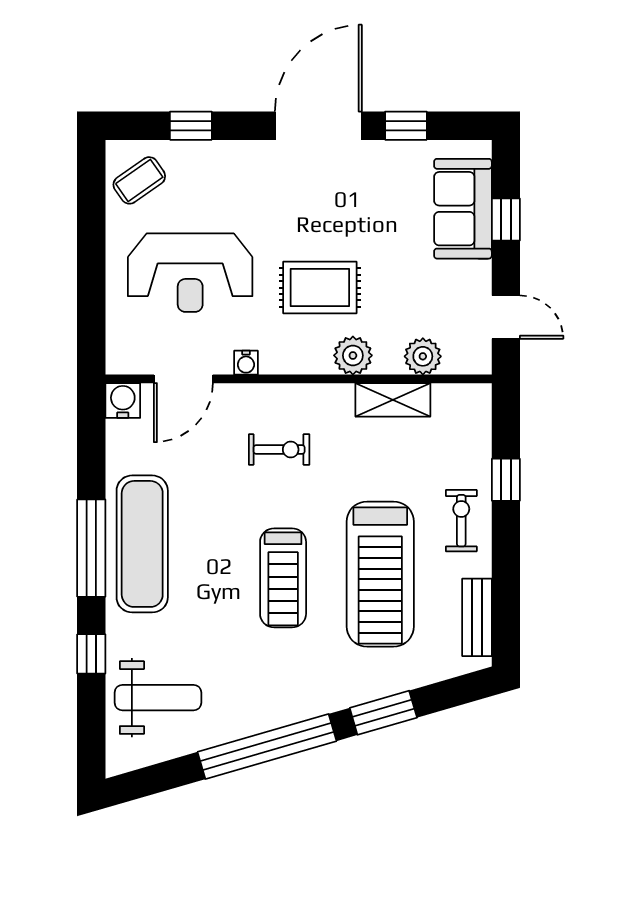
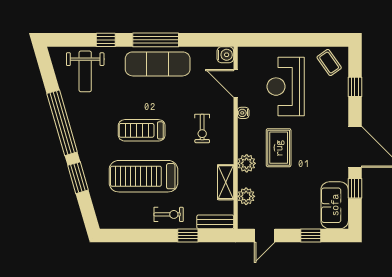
sofa: (463, 209) -> (335, 205), moved, turned -90
bench: (477, 617) -> (215, 222), moved

